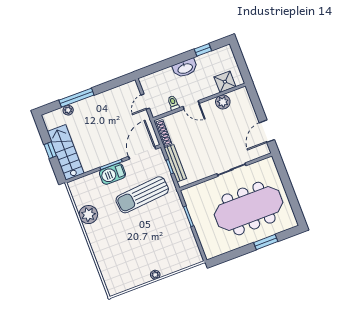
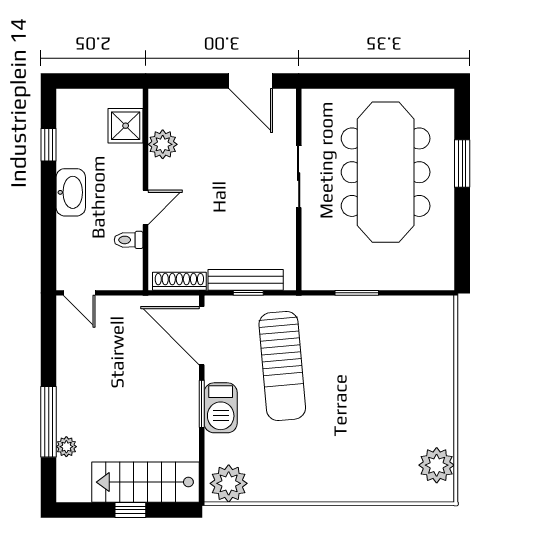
door: (145, 102) -> (79, 293), moved
plant: (88, 215) -> (229, 483), moved
plant: (155, 275) -> (437, 465), moved, width x1.87, depth x1.87

